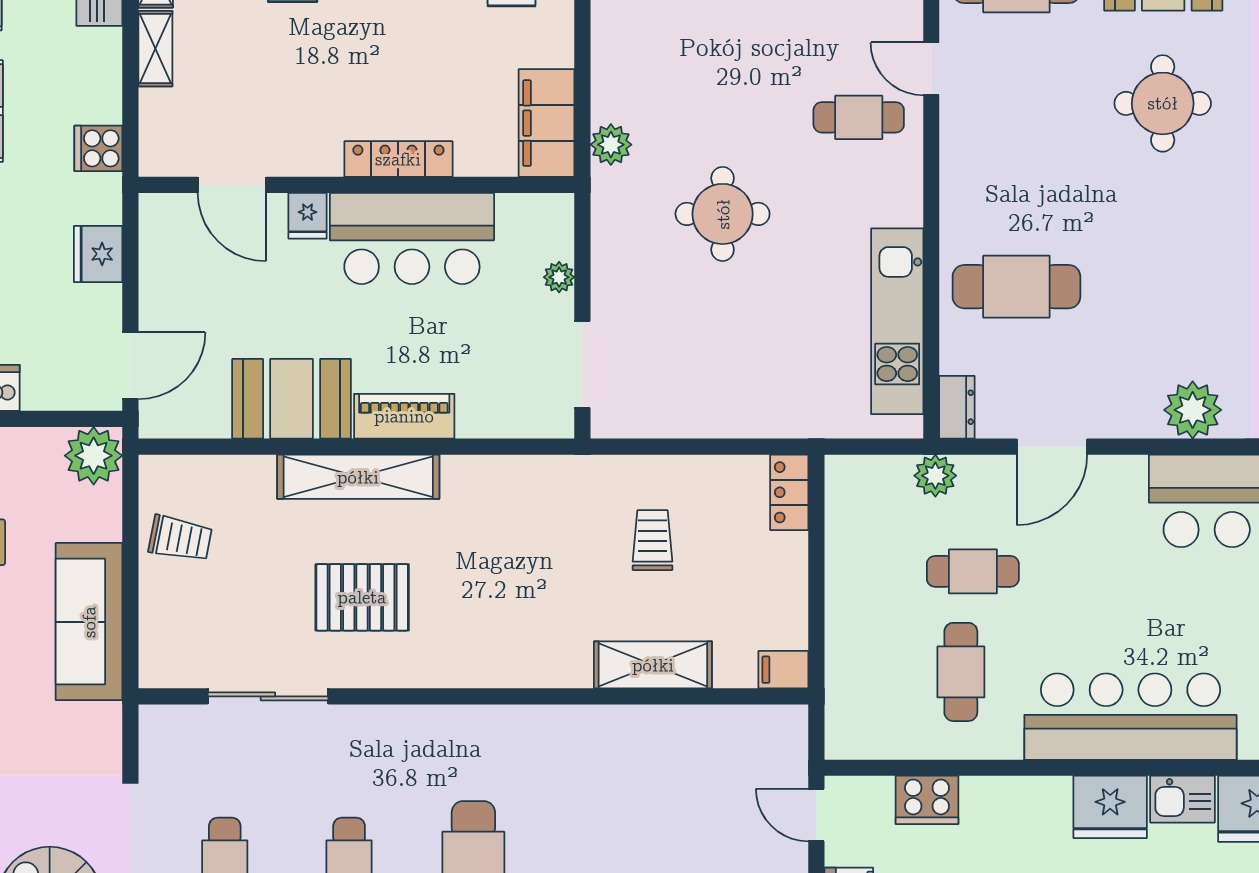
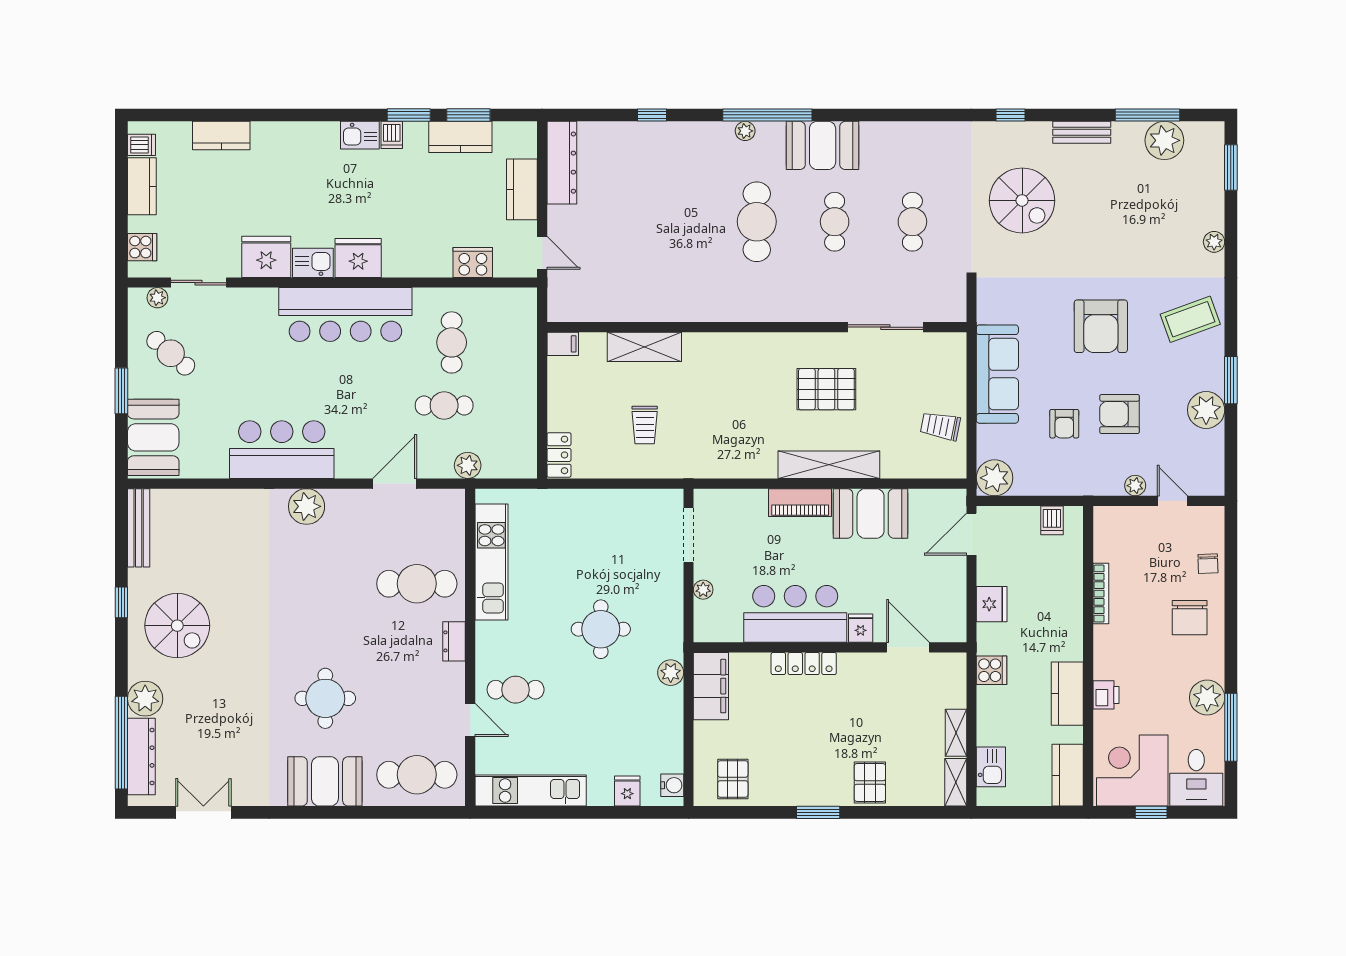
dresser: (957, 407) -> (454, 641), moved

